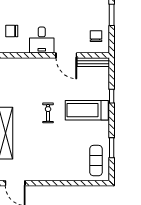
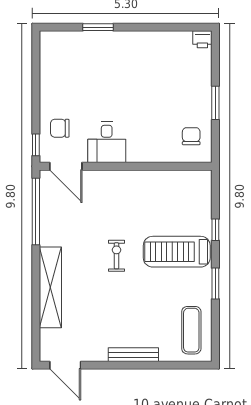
door: (66, 55) -> (66, 166), moved
bench: (93, 62) -> (133, 355), moved
window: (112, 148) -> (215, 283), moved

